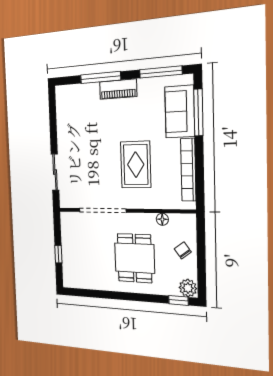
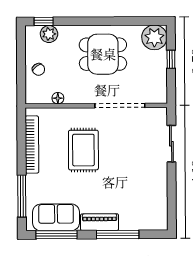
sofa: (180, 112) -> (56, 217), moved, turned -90
dining table: (135, 258) -> (103, 54), moved, turned 90
plant: (73, 276) -> (154, 37), added
plant: (188, 288) -> (49, 34), moved

